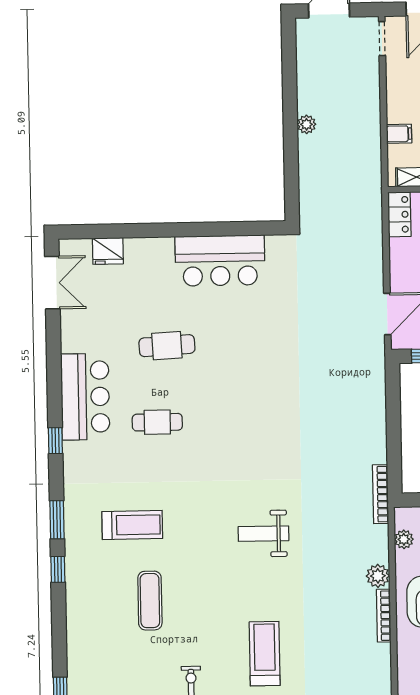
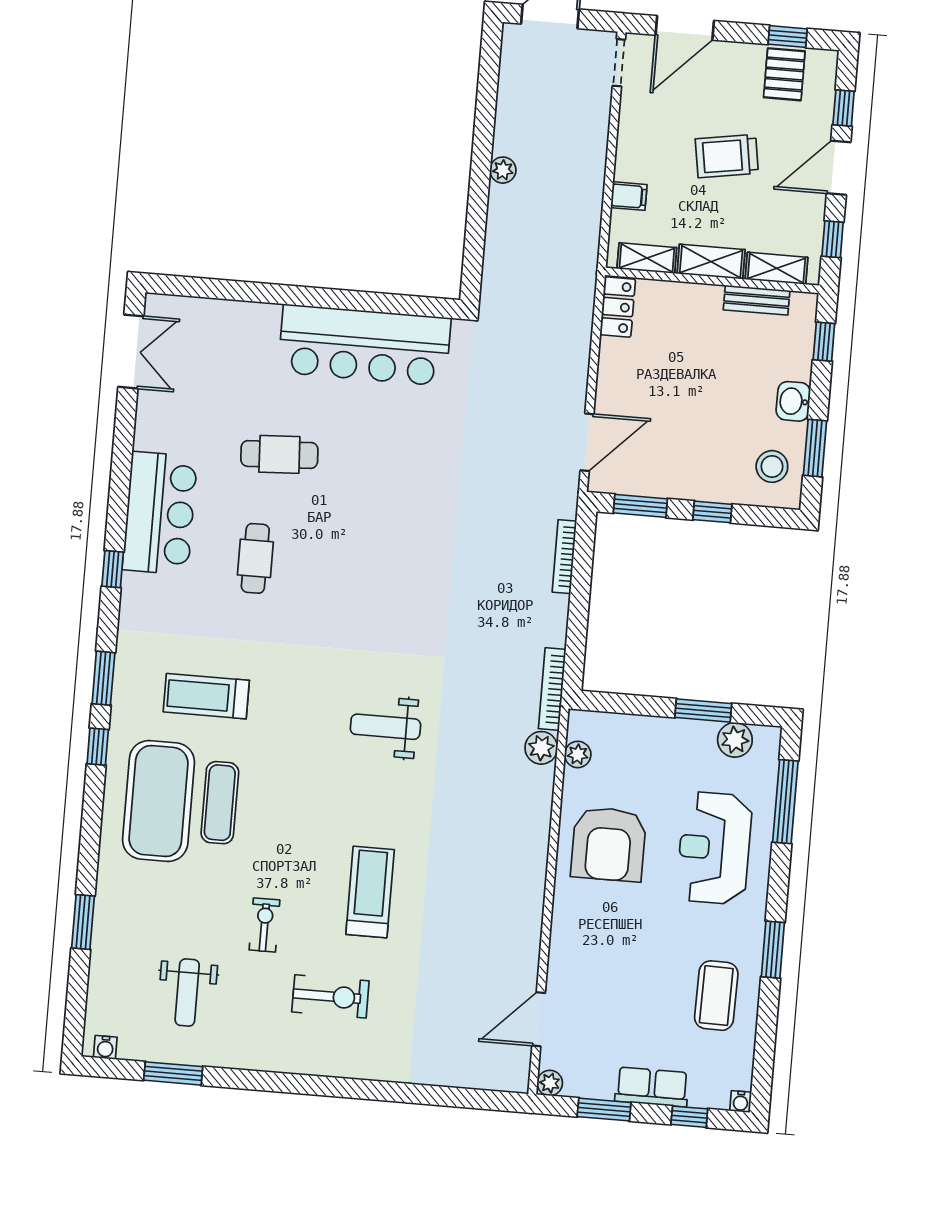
fridge: (108, 251) -> (212, 316), removed
bar counter: (220, 261) -> (364, 345), width x1.36
cafe table: (157, 422) -> (255, 558), turned 90
treadmill: (132, 525) -> (206, 696), turned 180
plant: (378, 576) -> (541, 748), moved
exercise mat: (106, 604) -> (159, 801), added
bookcase: (384, 616) -> (564, 557), moved

